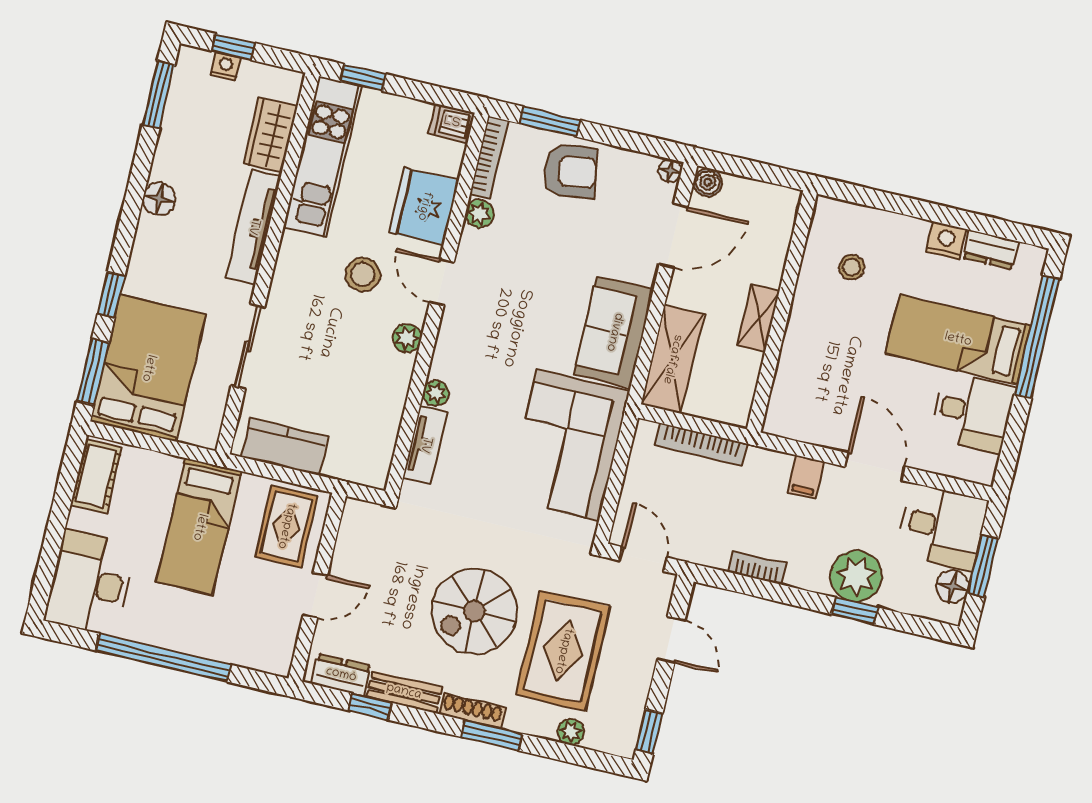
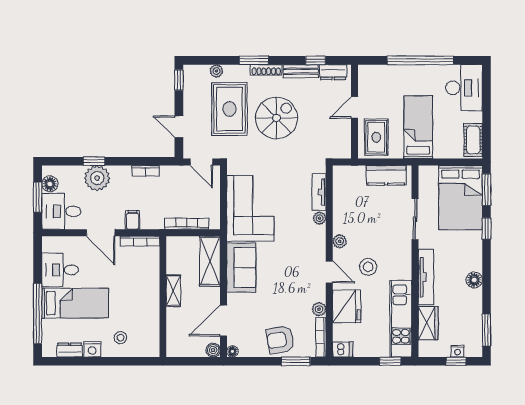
stool: (852, 267) -> (120, 338), moved
bookcase: (801, 432) -> (140, 241), added

